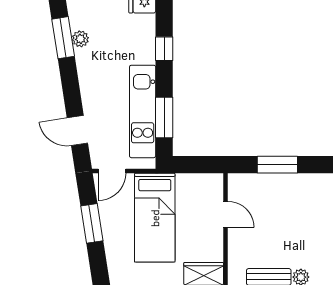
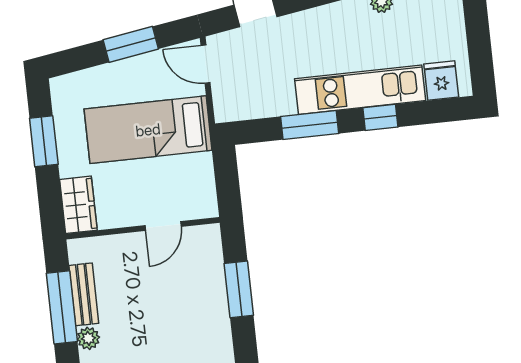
kitchen unit: (143, 111) -> (360, 90), moved
window: (164, 118) -> (310, 125), moved

